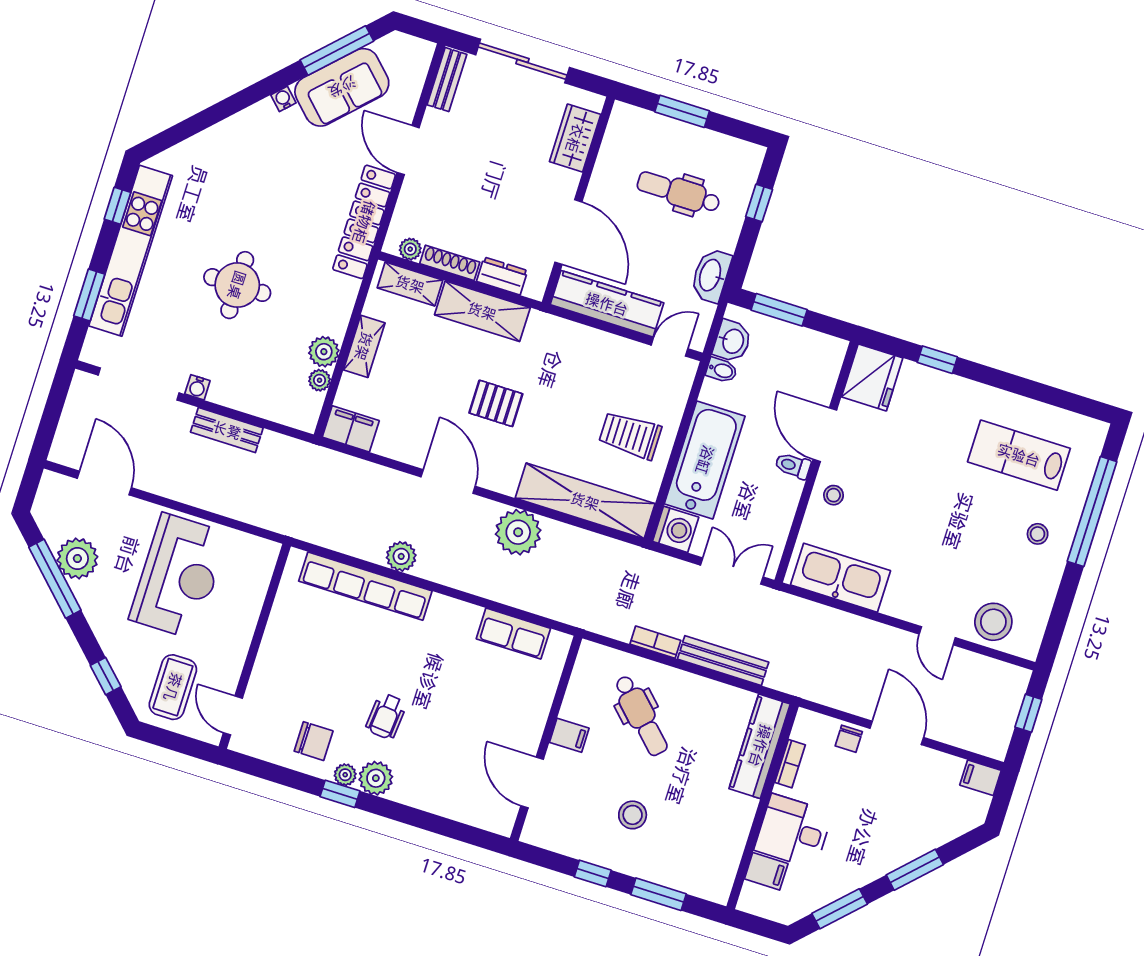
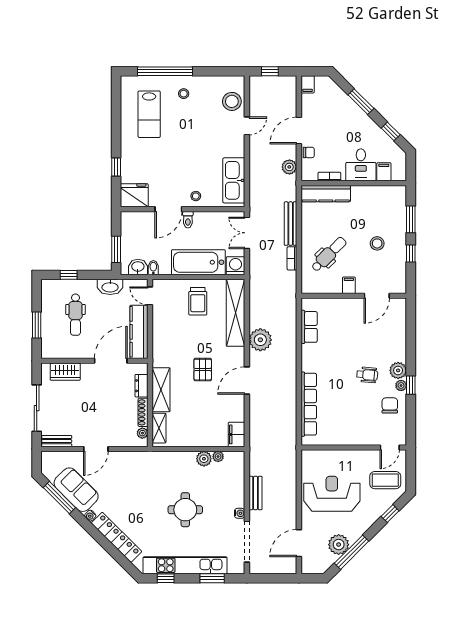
locker: (364, 222) -> (117, 537), moved, turned -135
shelving: (364, 346) -> (195, 440), removed
plant: (401, 556) -> (289, 167), moved
window: (840, 909) -> (391, 131), width x0.67

